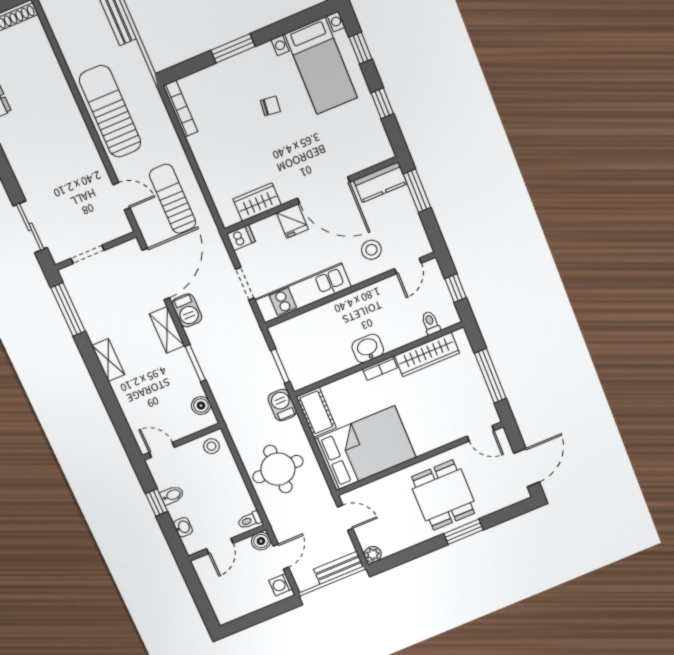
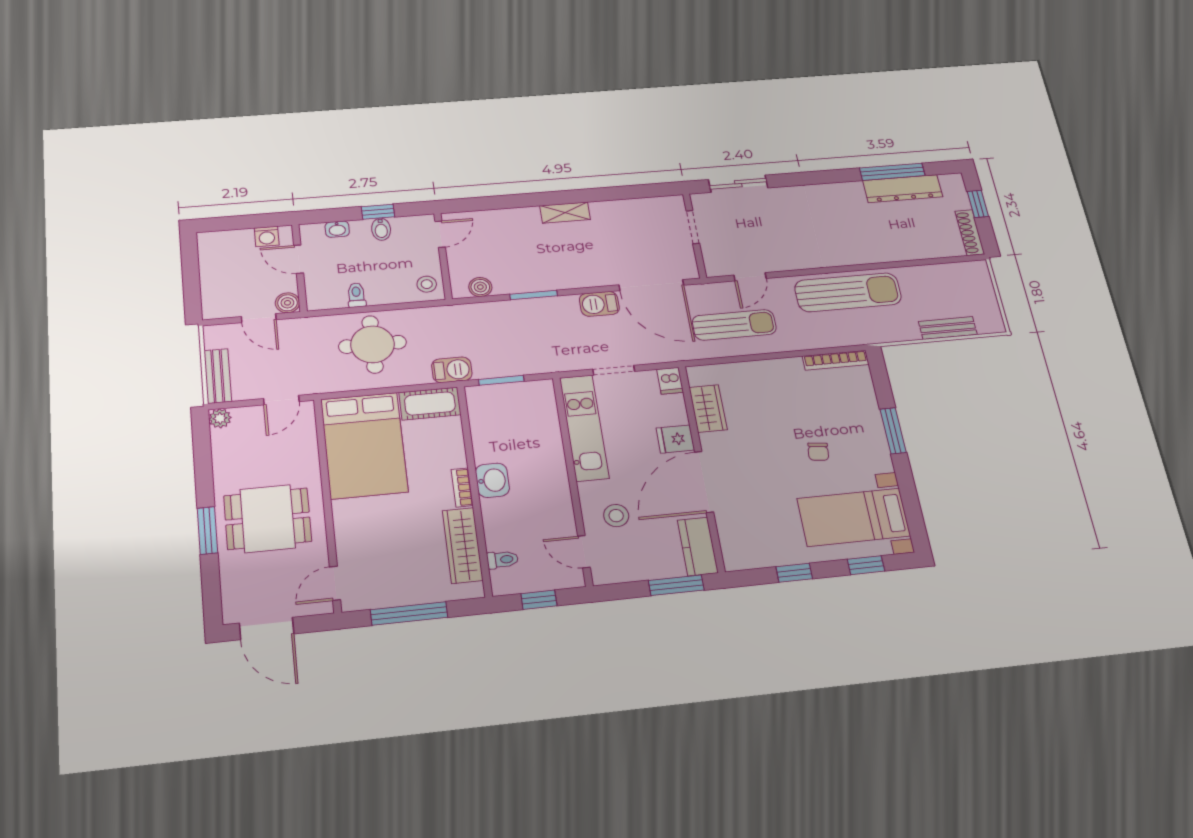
window: (68, 309) -> (635, 192), removed
shelving: (167, 330) -> (582, 278), removed
toilet: (250, 520) -> (356, 295), moved
washing machine: (281, 585) -> (267, 236), moved, turned 180

